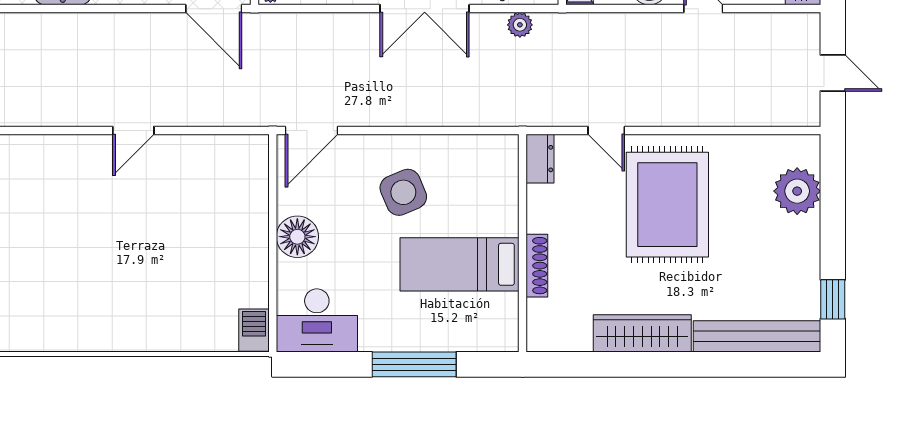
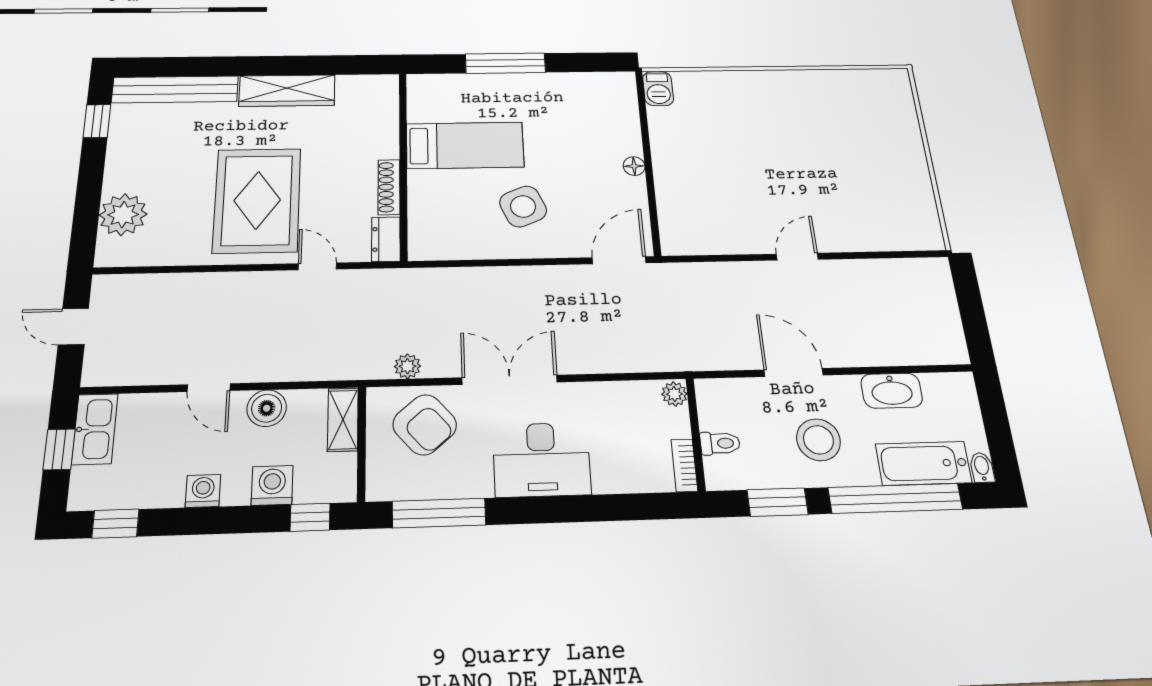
door: (214, 9) -> (794, 372), moved
floor lamp: (297, 237) -> (634, 166), width x0.53, depth x0.53
shoe rack: (537, 266) -> (389, 187), moved
desk: (317, 320) -> (600, 97), removed

